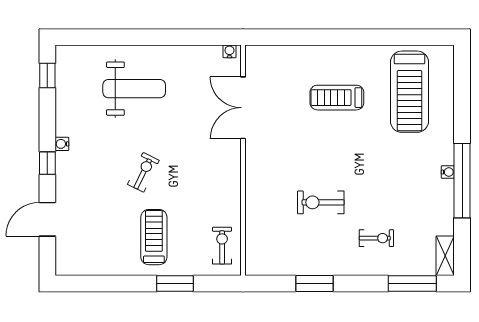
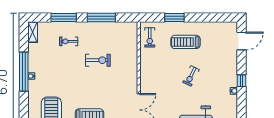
door: (47, 219) -> (241, 41), moved
treadmill: (154, 237) -> (186, 42), turned 90
window: (315, 284) -> (101, 18), width x1.44
window: (412, 284) -> (64, 18), moved

